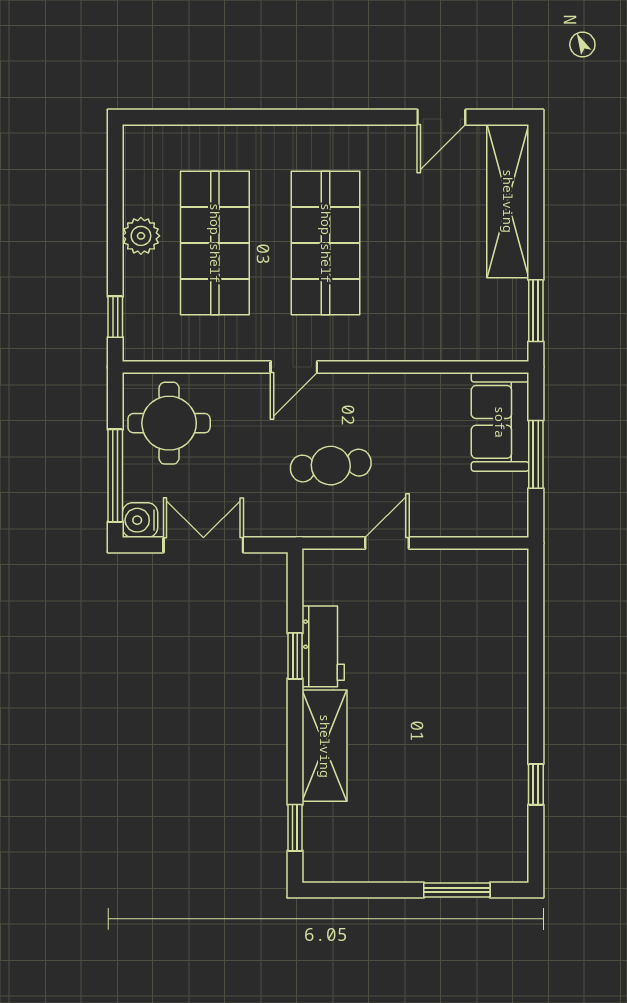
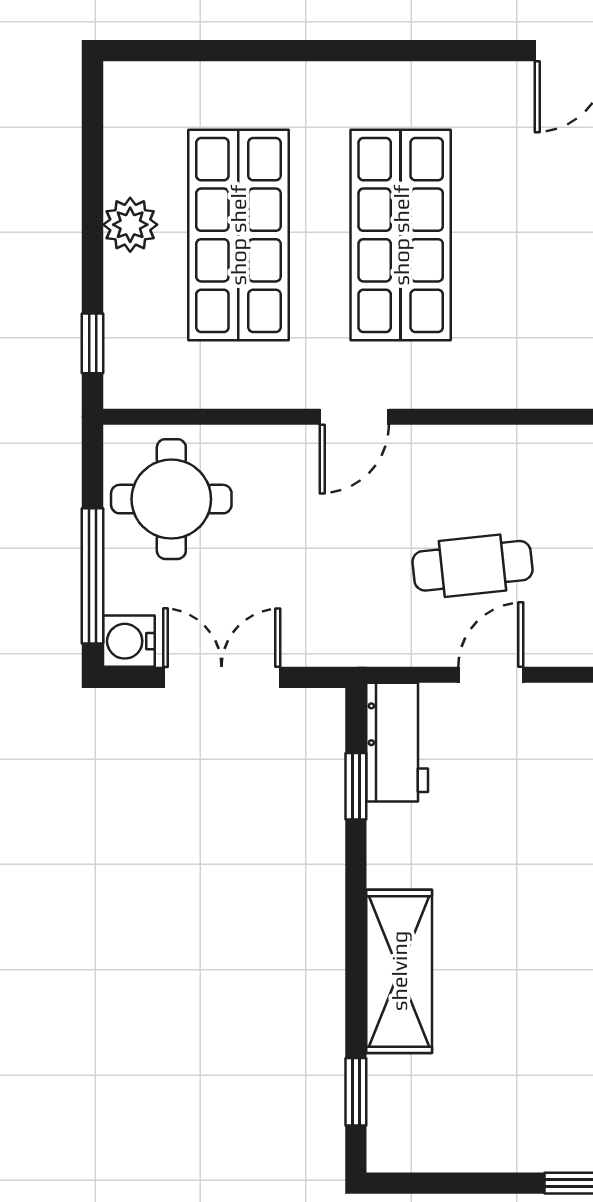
cafe table: (331, 466) -> (472, 566), moved
workbench: (323, 646) -> (397, 742), moved
window: (295, 656) -> (356, 786), moved

